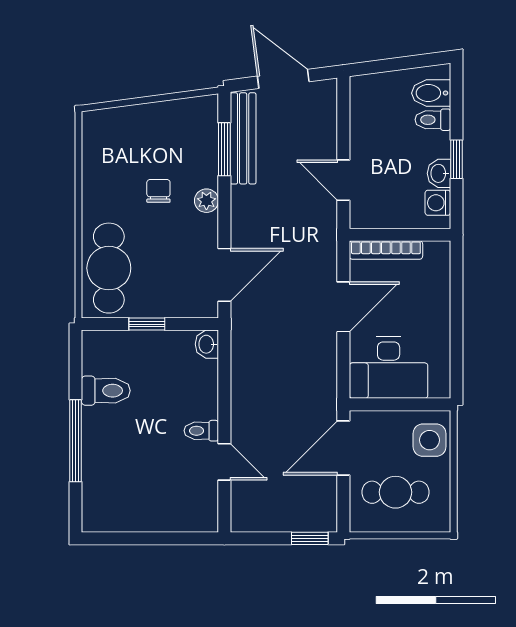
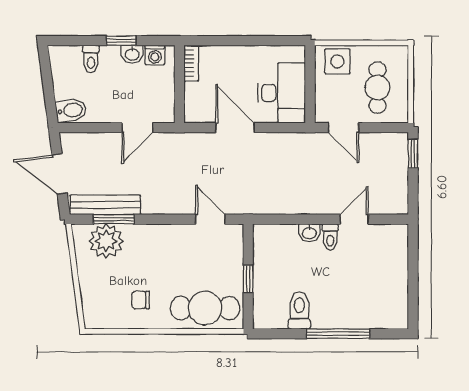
door: (283, 79) -> (60, 174), hinge flipped
bidet: (431, 93) -> (71, 110), moved, turned -97
chair: (158, 191) -> (141, 300), moved
plant: (206, 201) -> (106, 241), moved, width x1.88, depth x1.88
bookcase: (386, 250) -> (191, 63), moved, width x0.64
door: (224, 275) -> (210, 219), width x0.73
washbasin: (207, 344) -> (309, 233), moved
door: (343, 448) -> (343, 128), width x0.73

